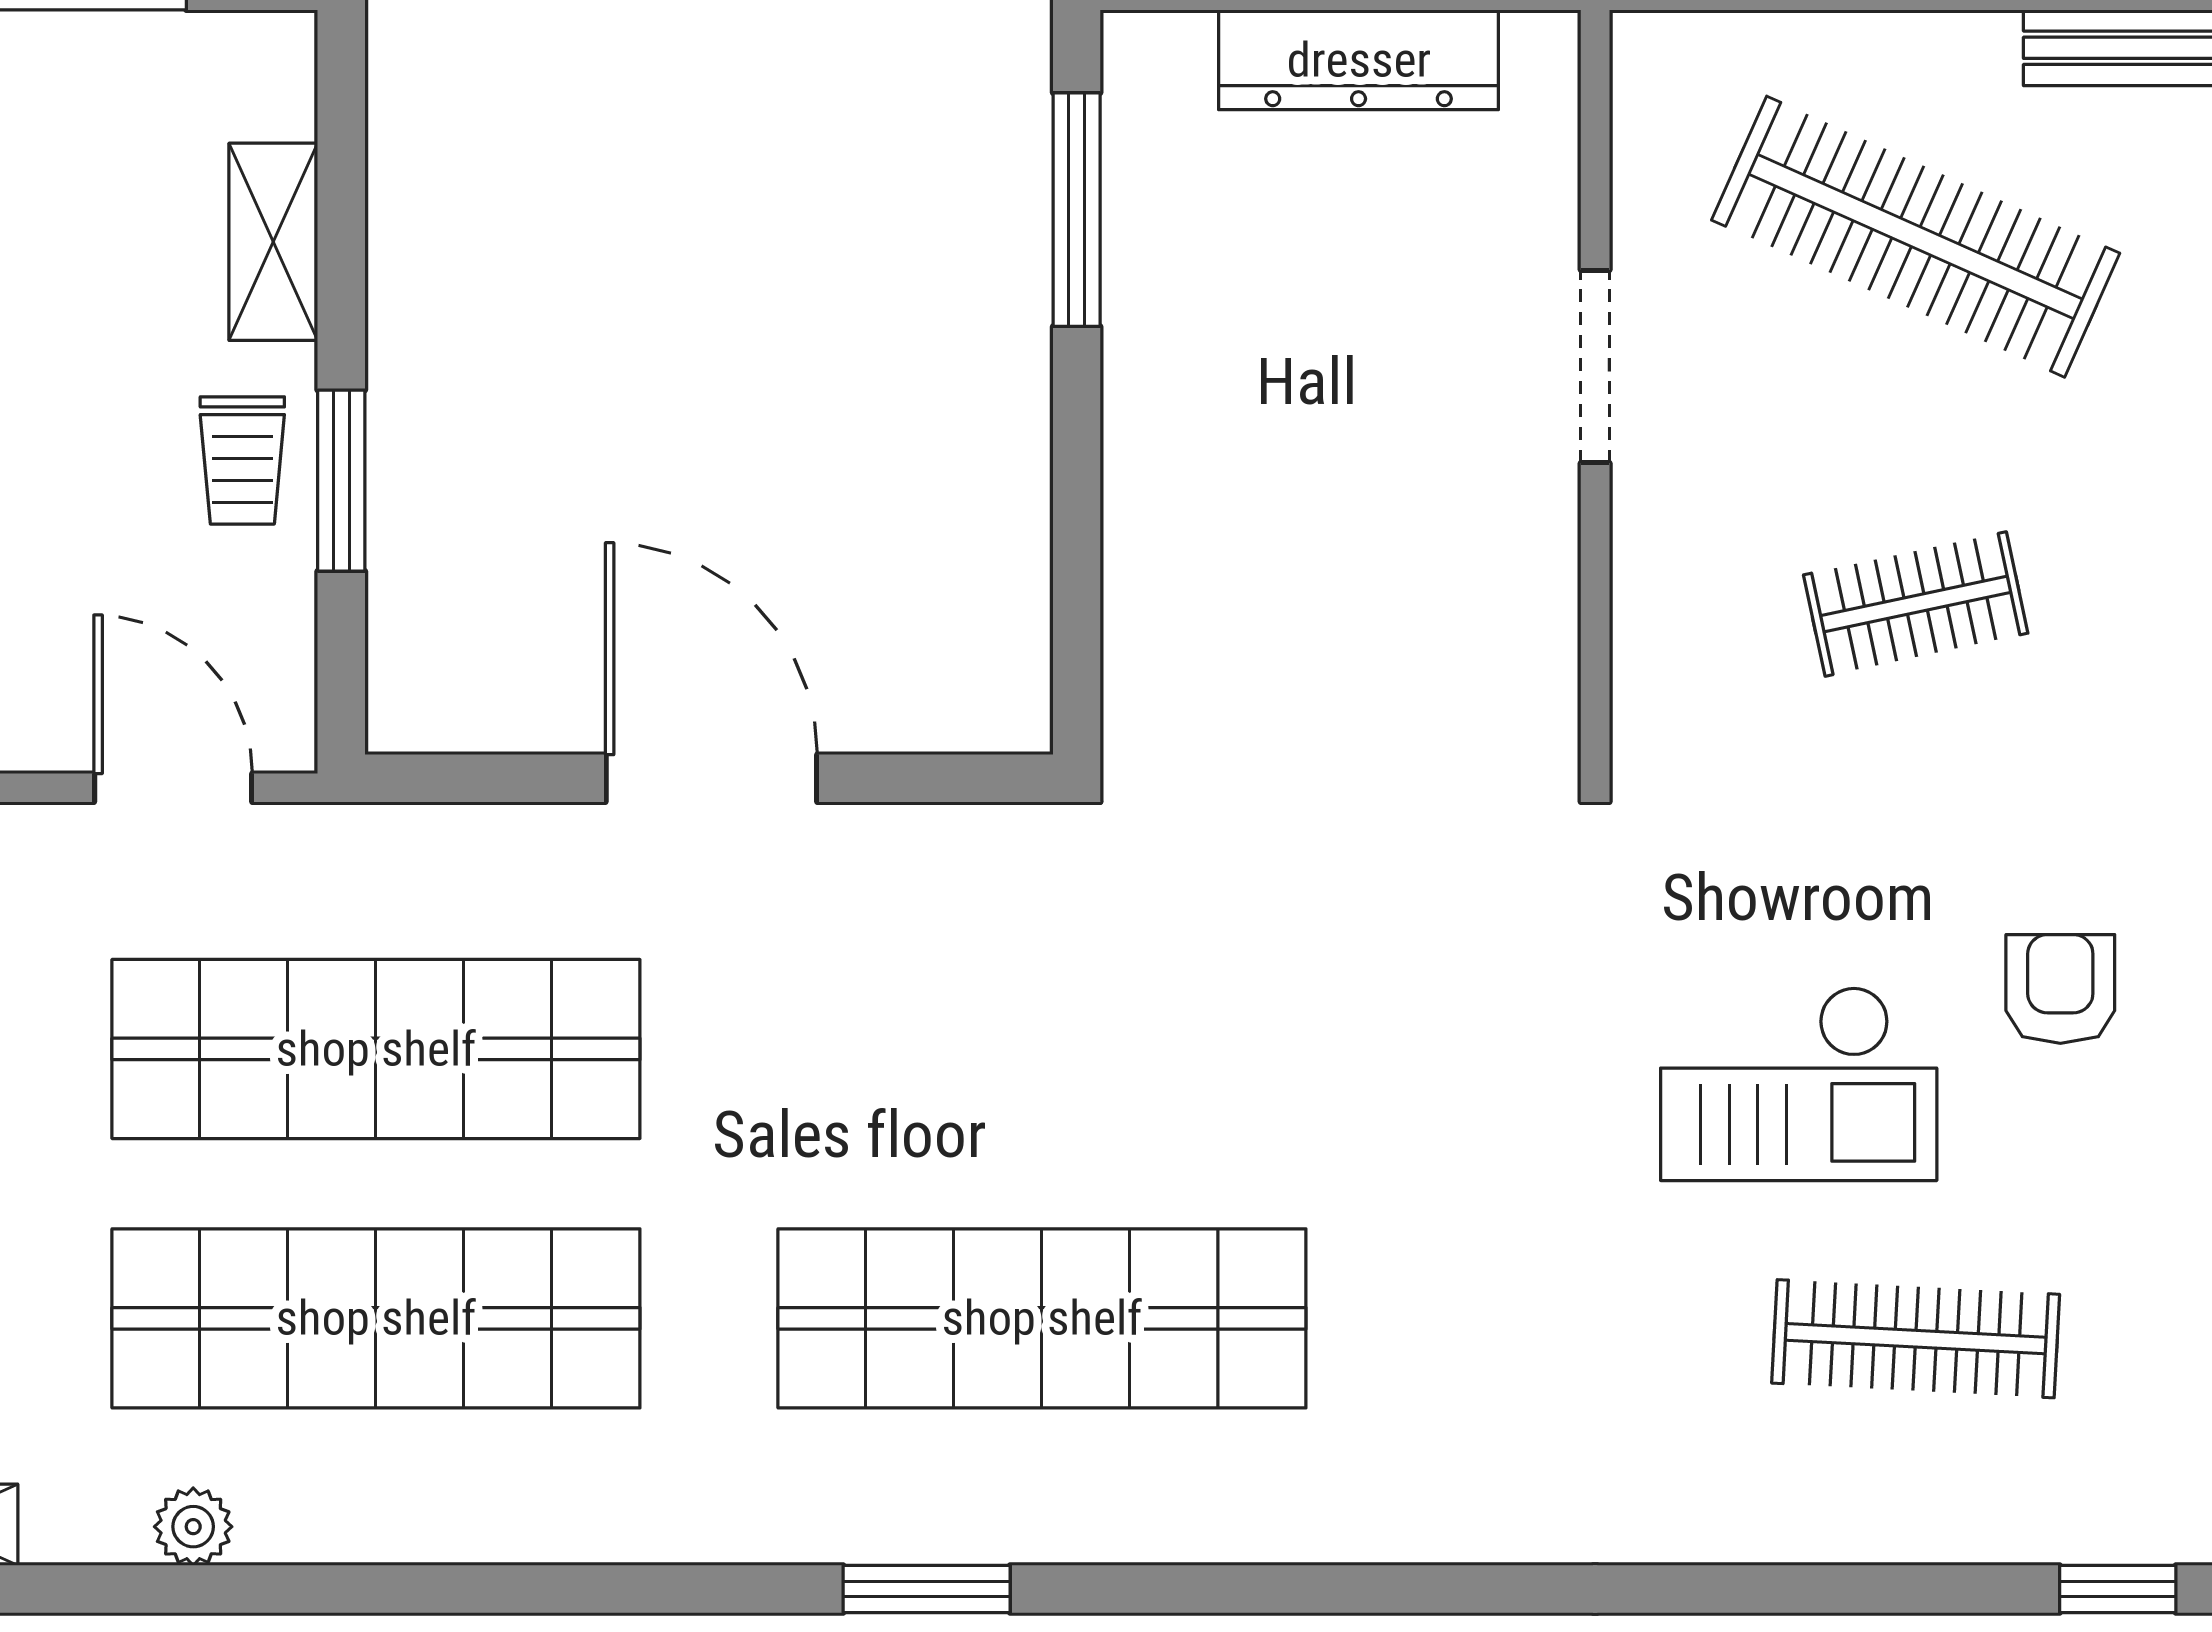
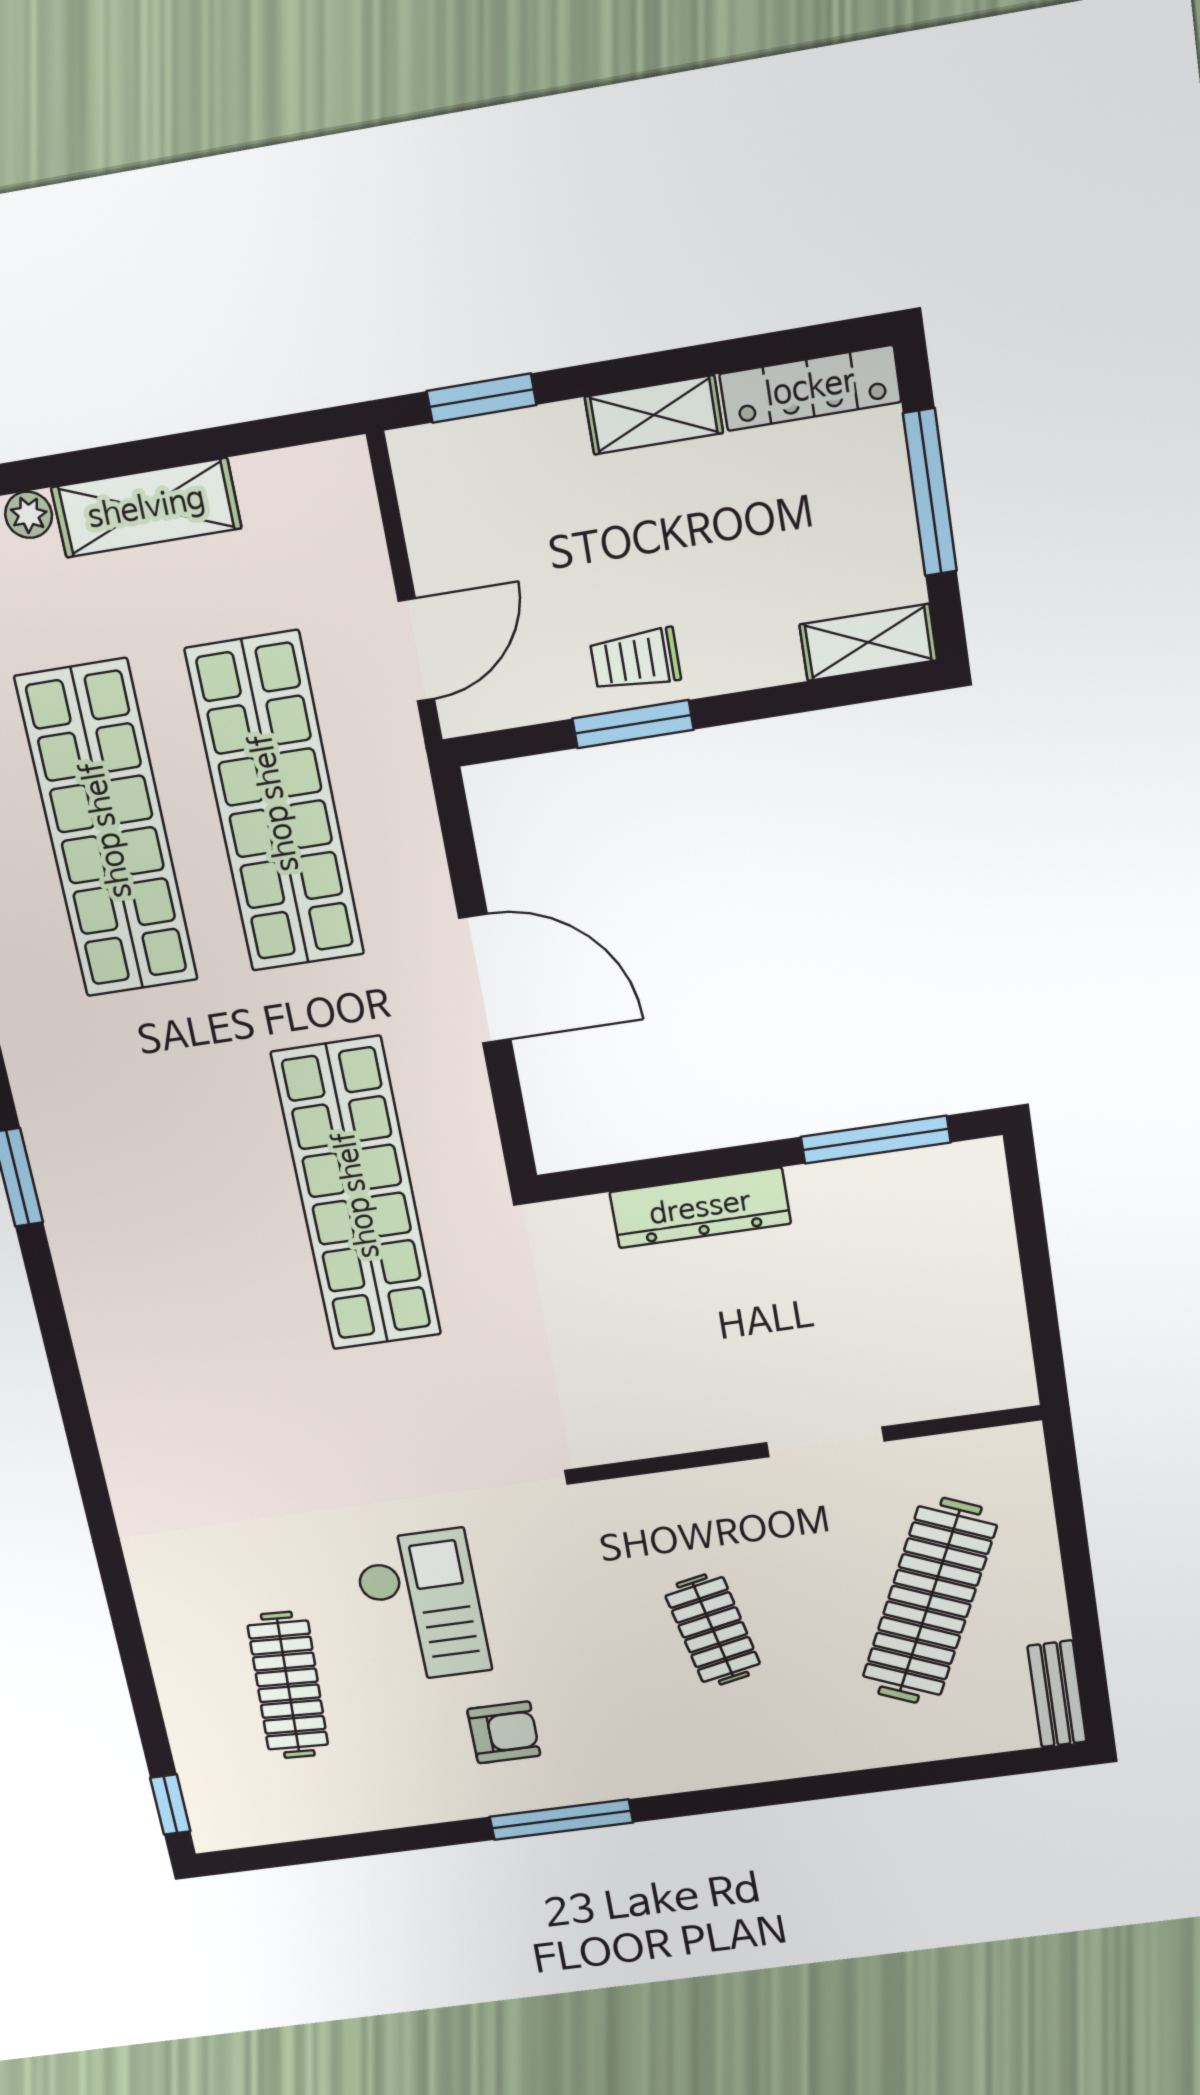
dresser: (1359, 60) -> (700, 1208), moved, turned -90
shelving: (273, 242) -> (868, 642), moved
door: (711, 778) -> (485, 979), hinge flipped
checkout: (1799, 1084) -> (422, 1606), turned 180
shop shelf: (1042, 1318) -> (357, 1195), moved

